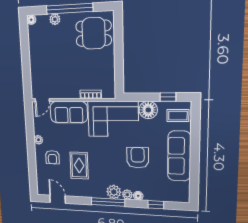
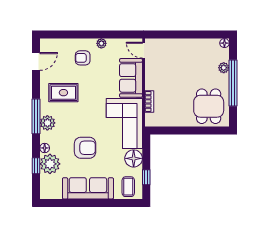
rug: (79, 165) -> (63, 93), moved
plant: (127, 195) -> (50, 164), moved, width x1.88, depth x1.88

